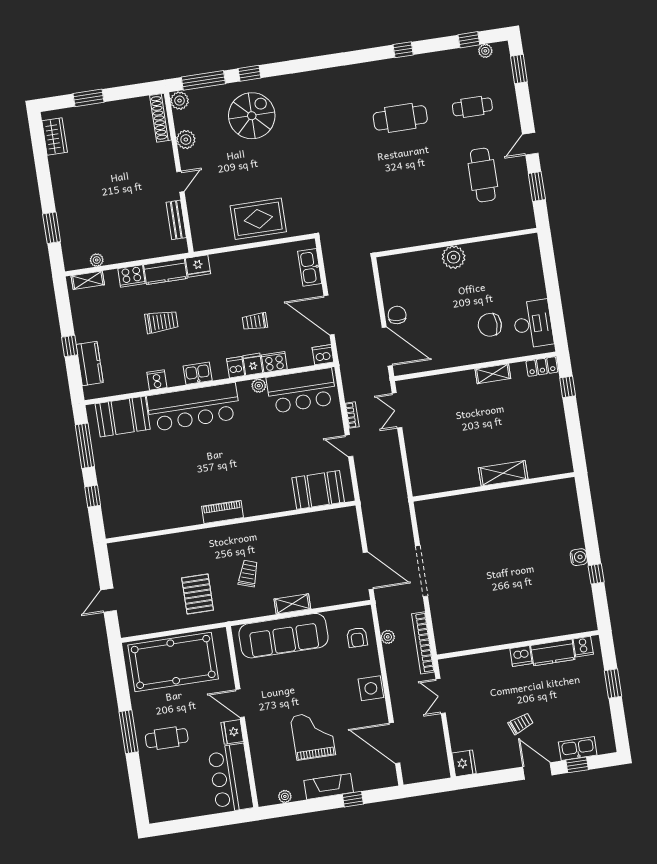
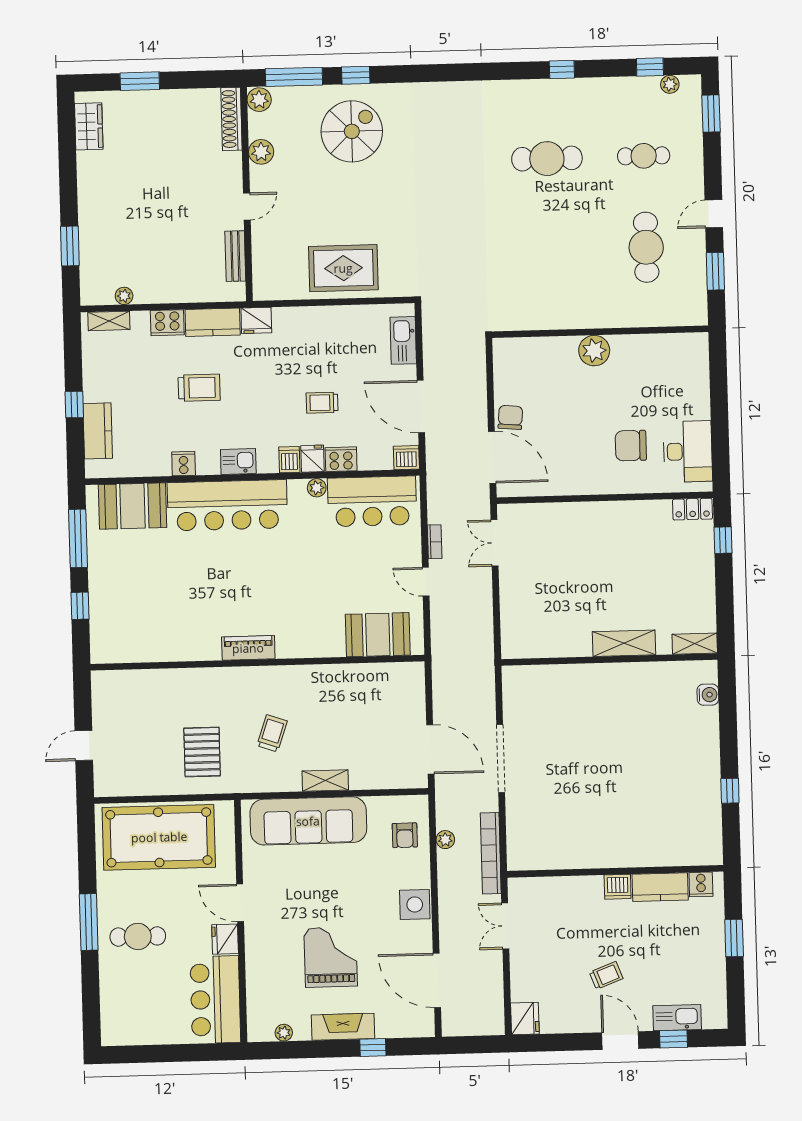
shelving: (493, 374) -> (695, 644), moved
water cooler: (579, 557) -> (708, 695), moved

